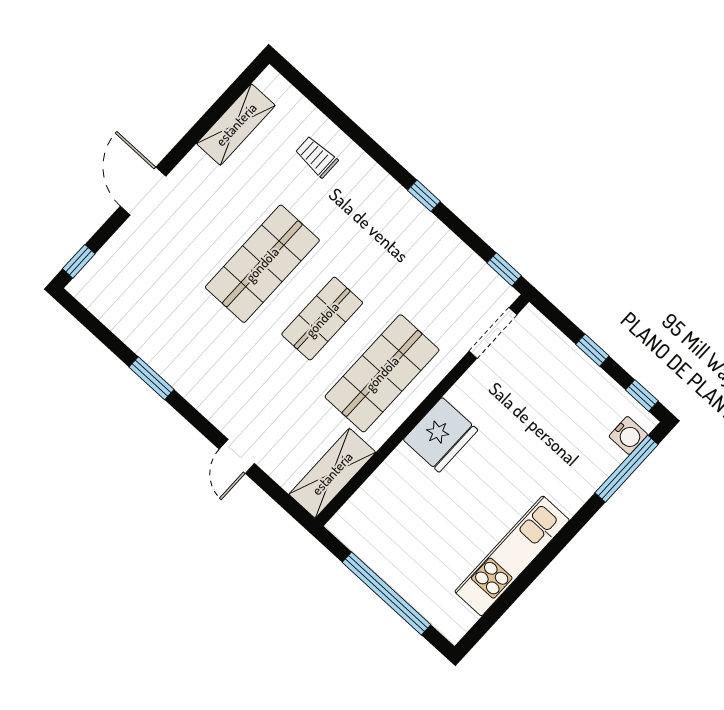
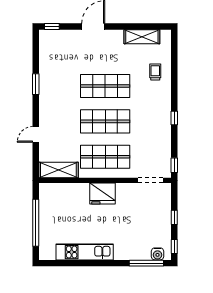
shop shelf: (322, 319) -> (105, 121), width x1.43, depth x1.36

